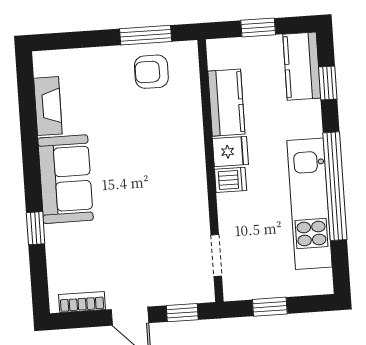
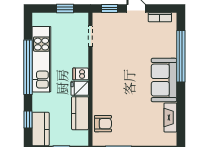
armchair: (151, 72) -> (103, 124), moved
window: (36, 228) -> (181, 56), width x3.17

